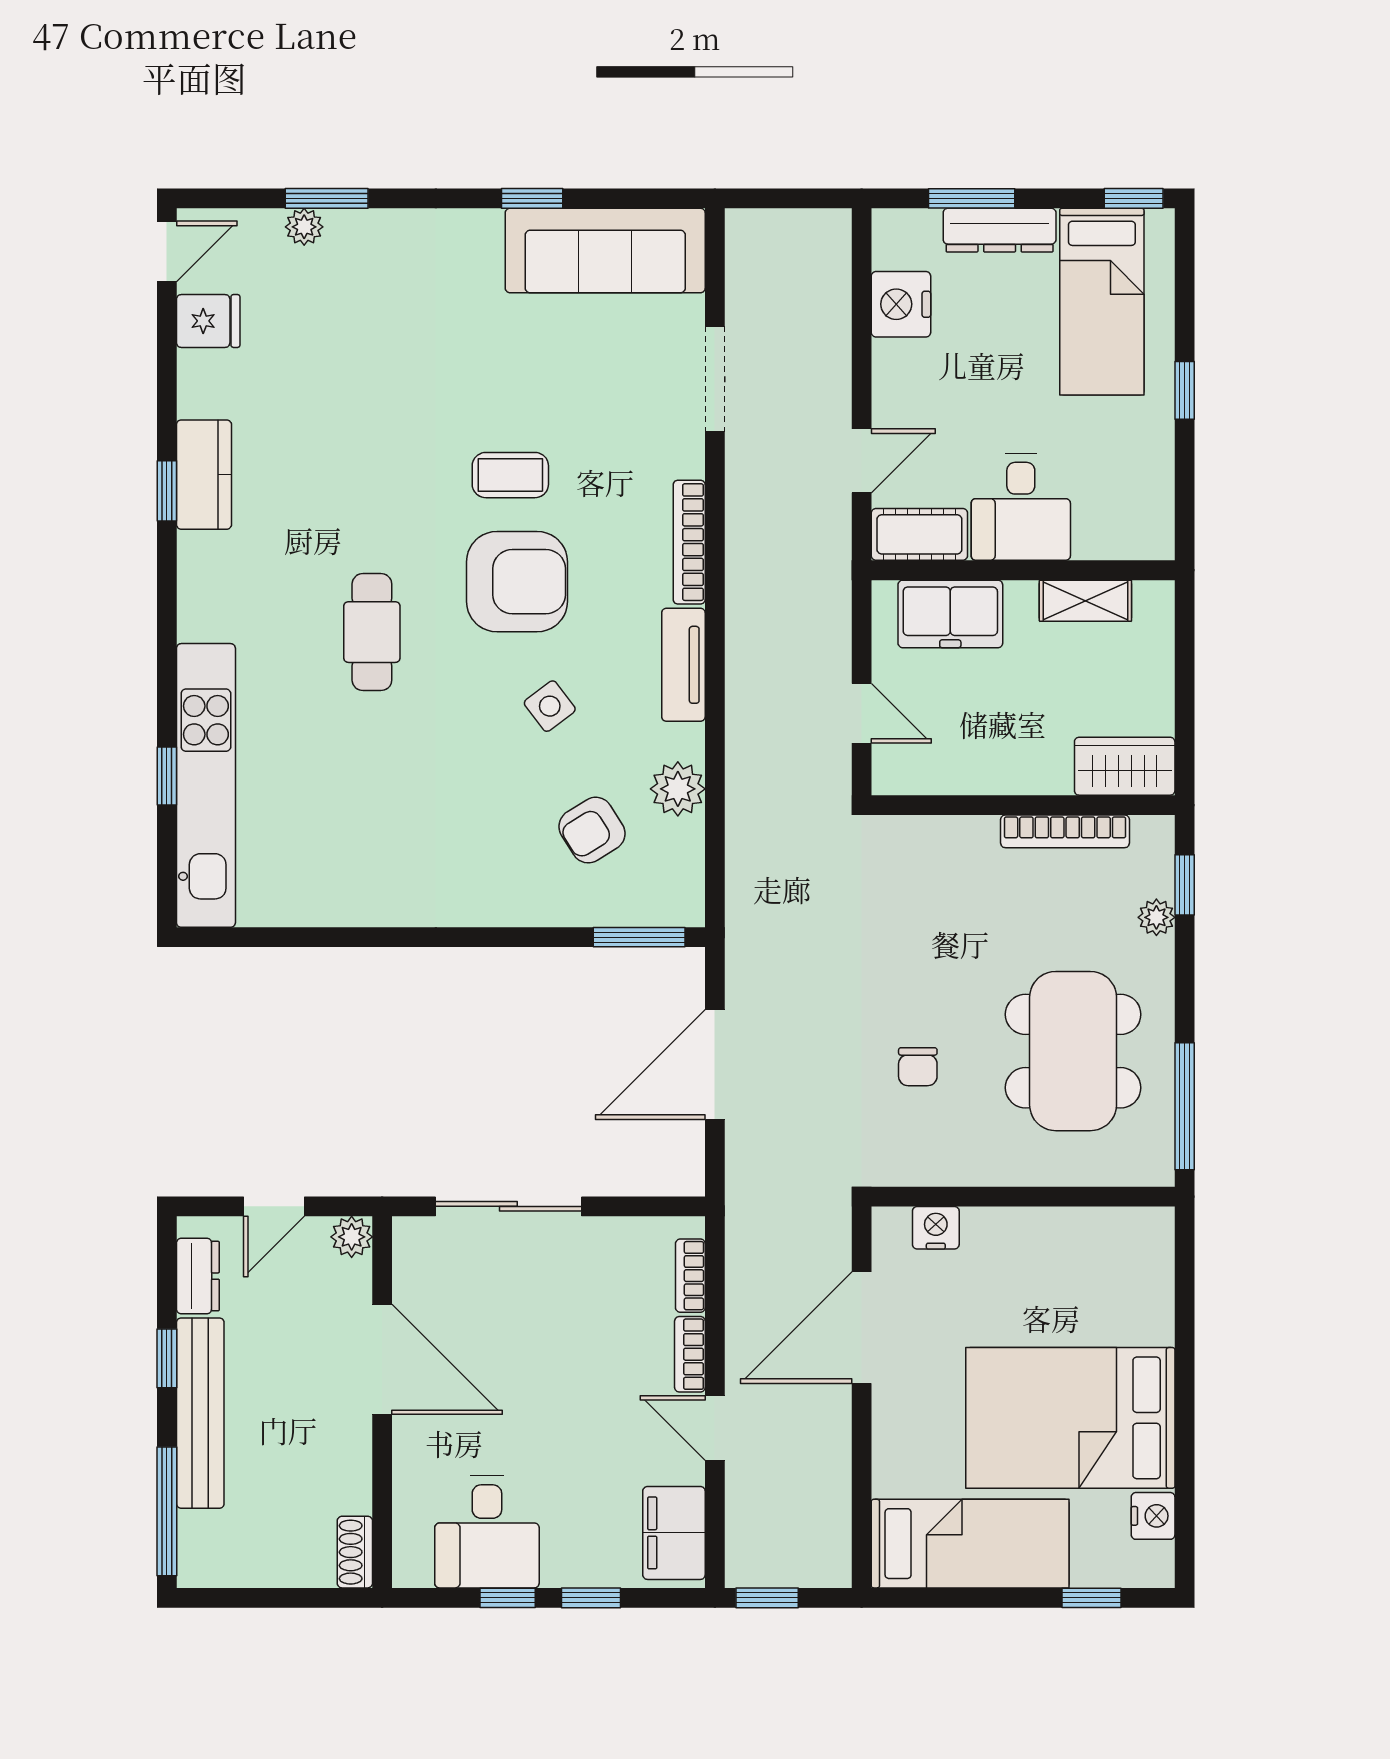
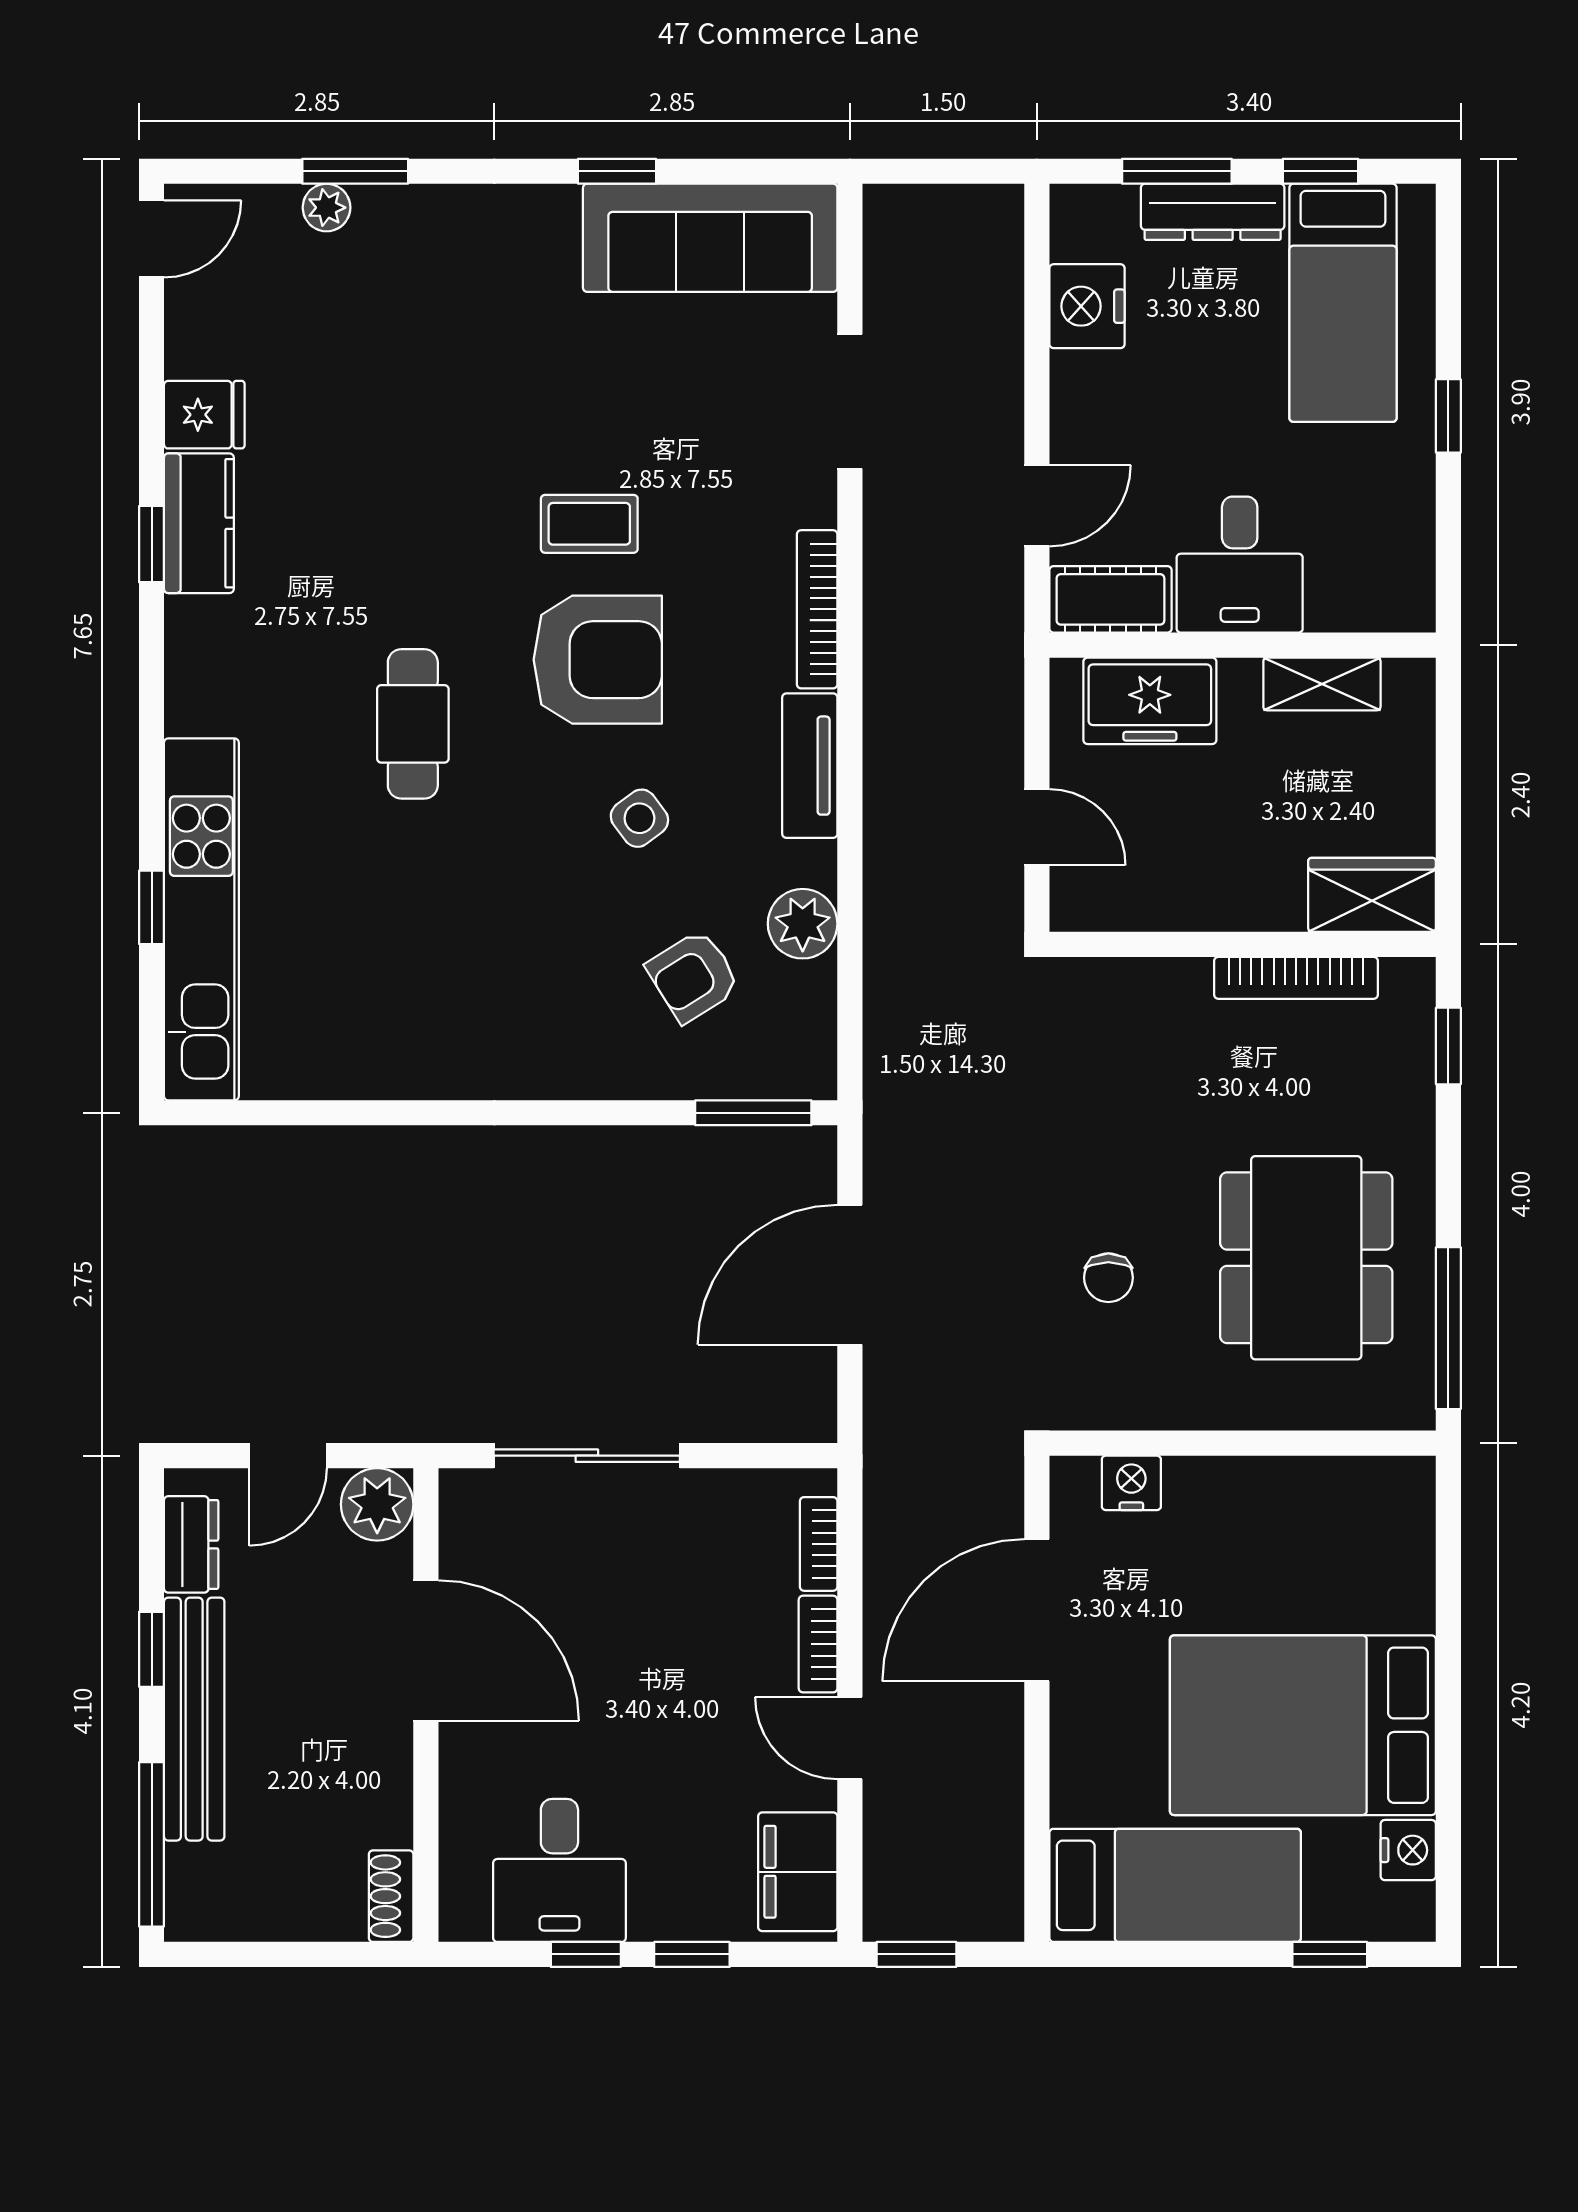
window: (1134, 198) -> (1321, 171), moved
fridge: (208, 321) -> (204, 415), moved
plant: (1156, 917) -> (1413, 1087), removed
plant: (352, 1237) -> (377, 1504), width x1.38, depth x1.38

